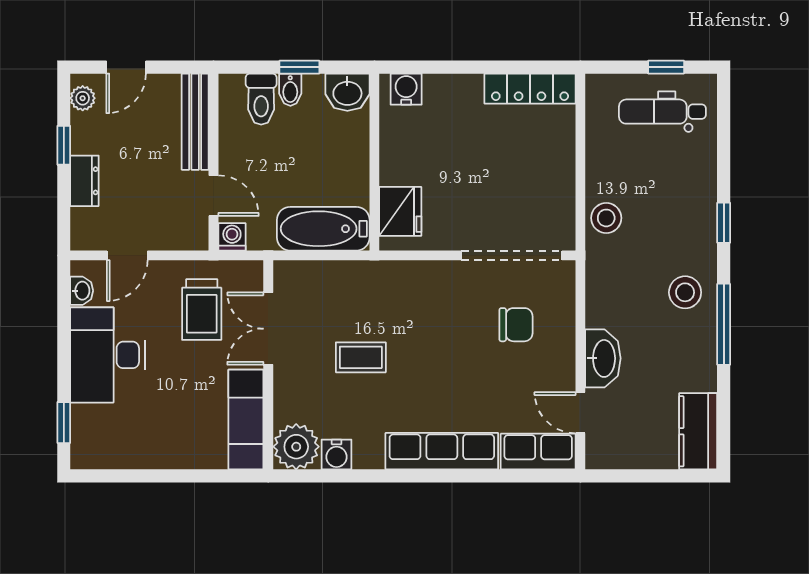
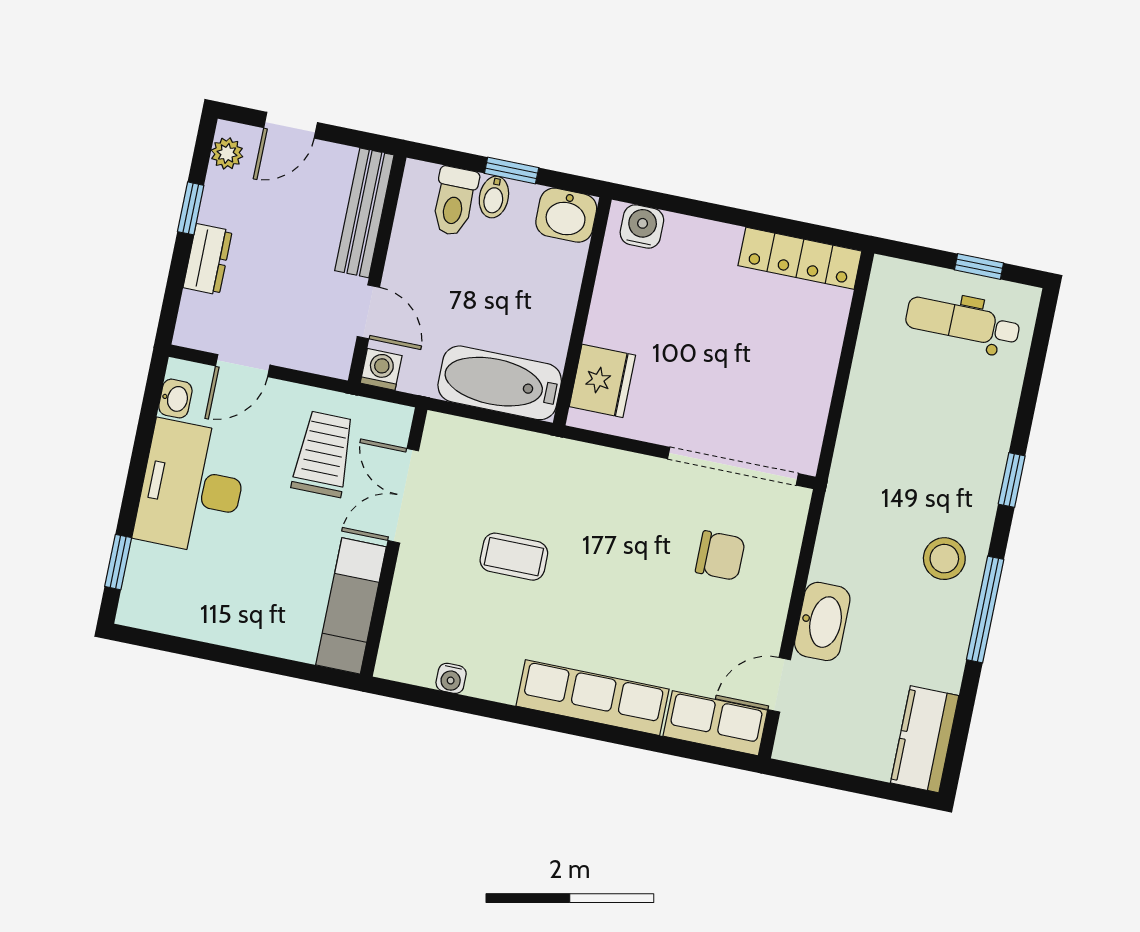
stool: (606, 218) -> (863, 443), removed
trolley: (202, 310) -> (324, 454), turned 180
door: (580, 413) -> (779, 685), hinge flipped
plant: (296, 447) -> (408, 654), removed
water cooler: (336, 455) -> (451, 678), width x0.72, depth x0.72

